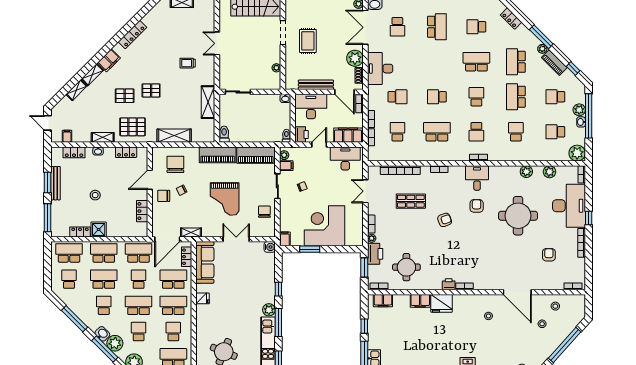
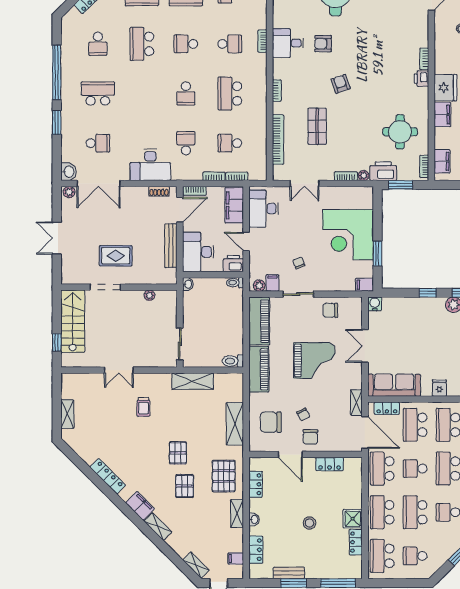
plant: (355, 58) -> (137, 196), removed
shelving: (76, 90) -> (196, 565), moved
bench: (55, 183) -> (289, 573), width x0.73

